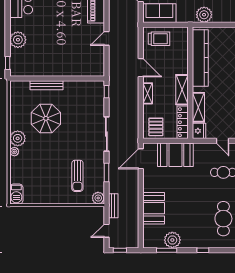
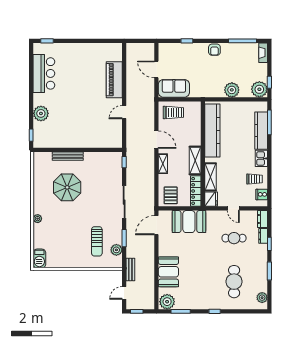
plant: (204, 15) -> (232, 90), moved
plant: (18, 138) -> (41, 206), removed
plant: (98, 198) -> (116, 250), moved
plant: (172, 240) -> (167, 302), moved

